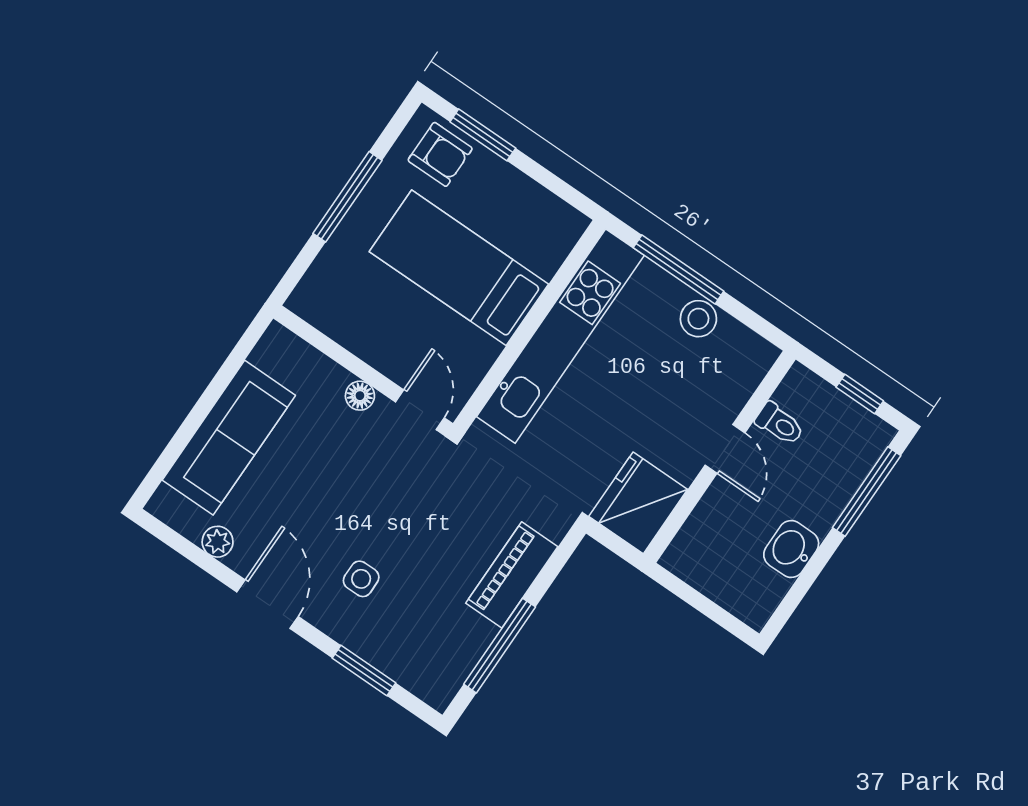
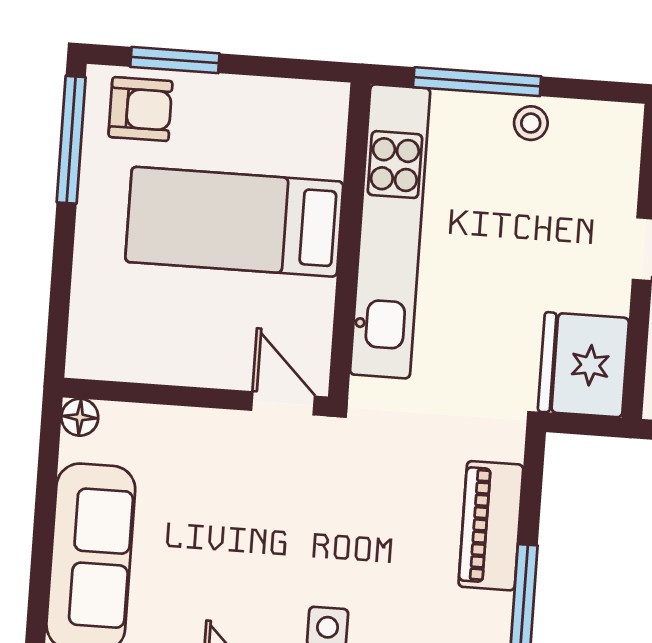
window: (347, 197) -> (71, 140), moved
stool: (698, 319) -> (531, 123), width x0.73, depth x0.73
floor lamp: (360, 396) -> (80, 417), moved

